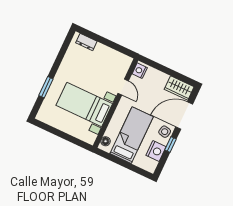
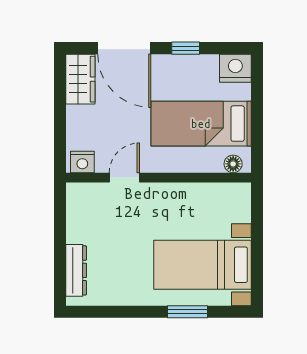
dresser: (86, 42) -> (76, 270), width x1.44
bed with nightstands: (84, 105) -> (203, 265), moved, turned 90
side table: (165, 132) -> (168, 69), removed
nightstand: (156, 151) -> (235, 68), moved

